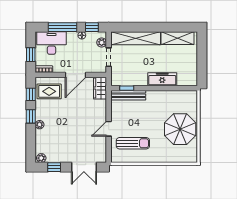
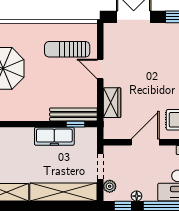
freezer: (162, 79) -> (54, 136), moved
wardrobe: (100, 88) -> (112, 103), moved
door: (109, 129) -> (100, 69), swing flipped

